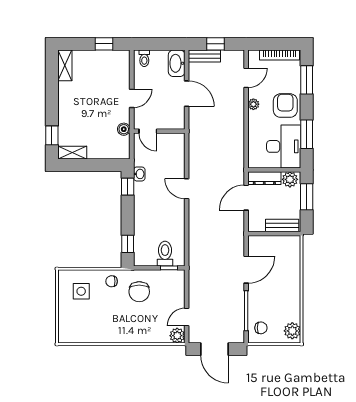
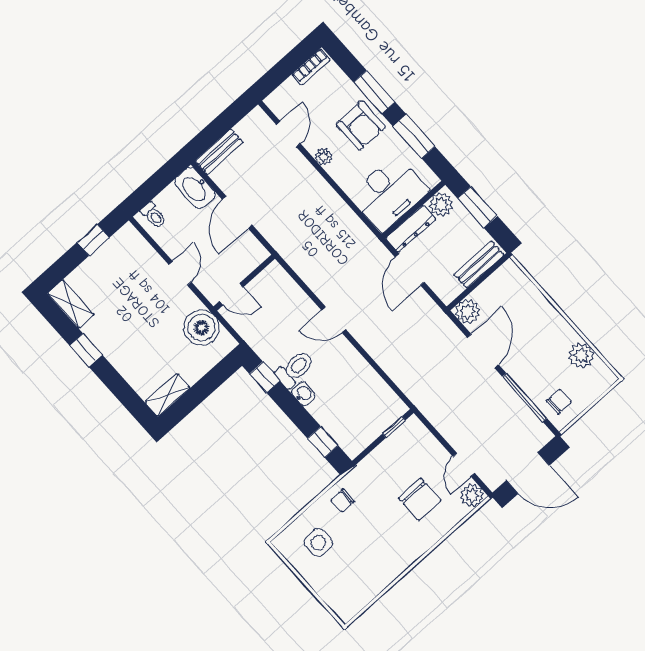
window: (215, 44) -> (219, 127), removed
bookcase: (280, 55) -> (311, 67), width x0.64
window: (307, 80) -> (374, 92), moved
door: (187, 94) -> (237, 212), swing flipped
armchair: (285, 106) -> (361, 126), turned 180
boiler: (124, 129) -> (202, 328), width x1.86, depth x1.86
window: (52, 135) -> (86, 350), moved
desk: (284, 146) -> (389, 193), moved, turned 90
washbasin: (139, 174) -> (303, 394), moved
plant: (256, 244) -> (468, 311), added
toilet: (165, 254) -> (295, 369), moved, turned 90
chair: (139, 292) -> (420, 499), moved
plant: (292, 331) -> (581, 355), moved

